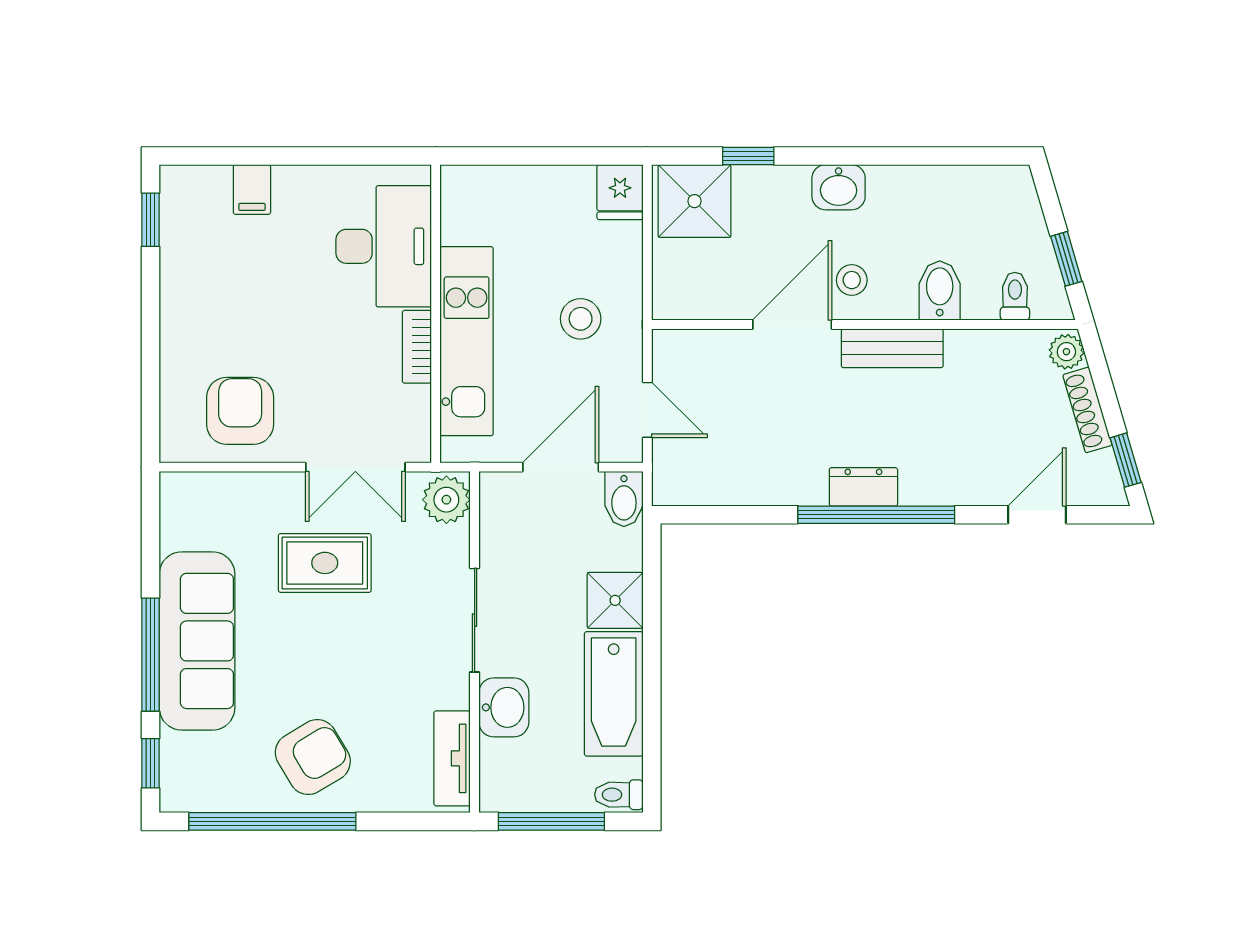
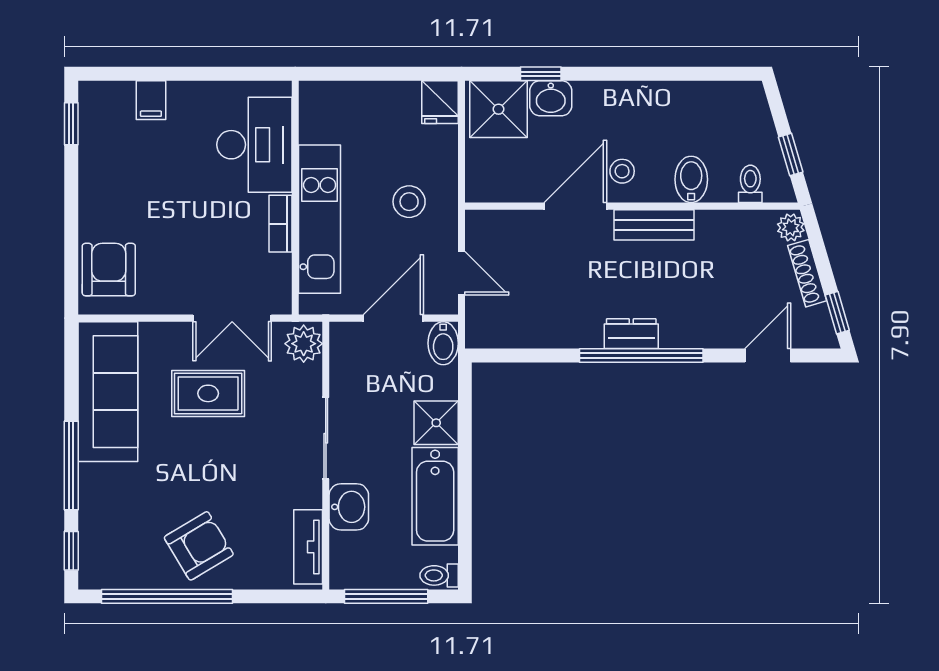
washbasin: (839, 187) -> (551, 98), moved
armchair: (240, 411) -> (109, 270), moved
sofa: (197, 641) -> (108, 392), moved

